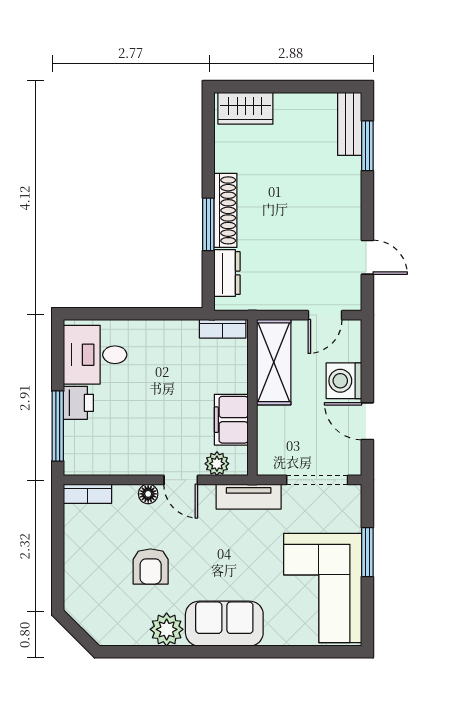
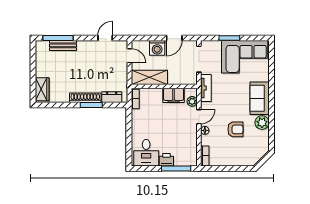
bench: (350, 124) -> (63, 45), moved
window: (367, 146) -> (58, 38), width x1.44

